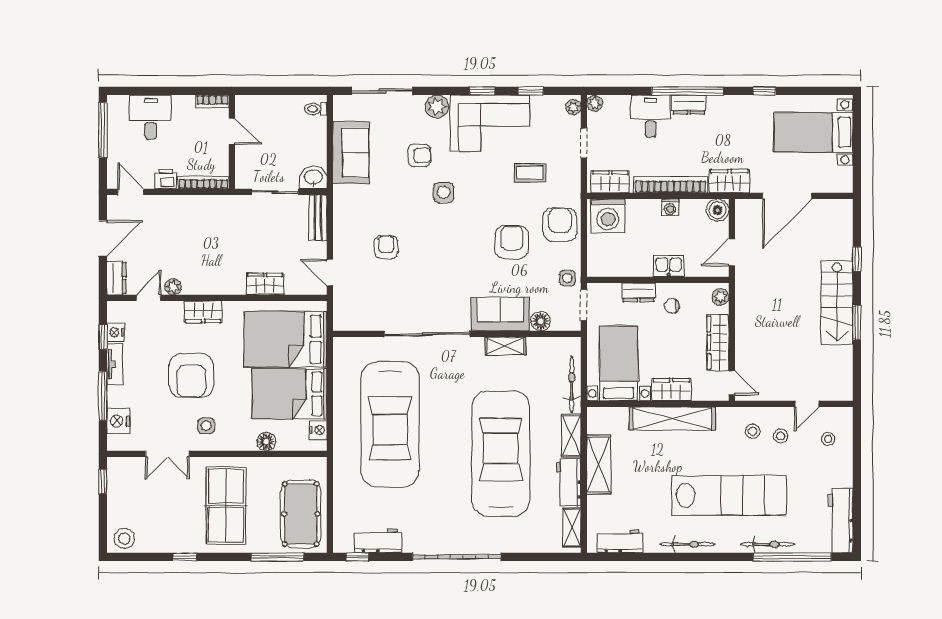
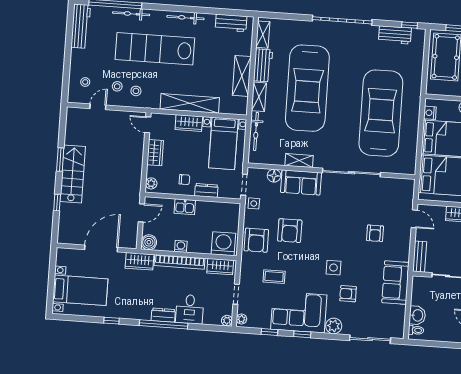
sofa: (351, 153) -> (395, 283), moved
washbasin: (313, 177) -> (417, 315), moved, turned -90
wardrobe: (718, 343) -> (155, 153), width x0.67

